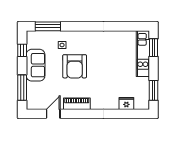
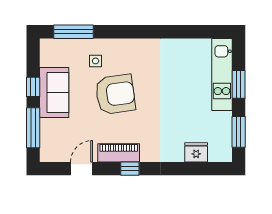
window: (153, 48) -> (239, 84), moved
window: (22, 50) -> (33, 87), moved
armchair: (75, 66) -> (115, 94), turned -98
window: (84, 114) -> (130, 169), added

